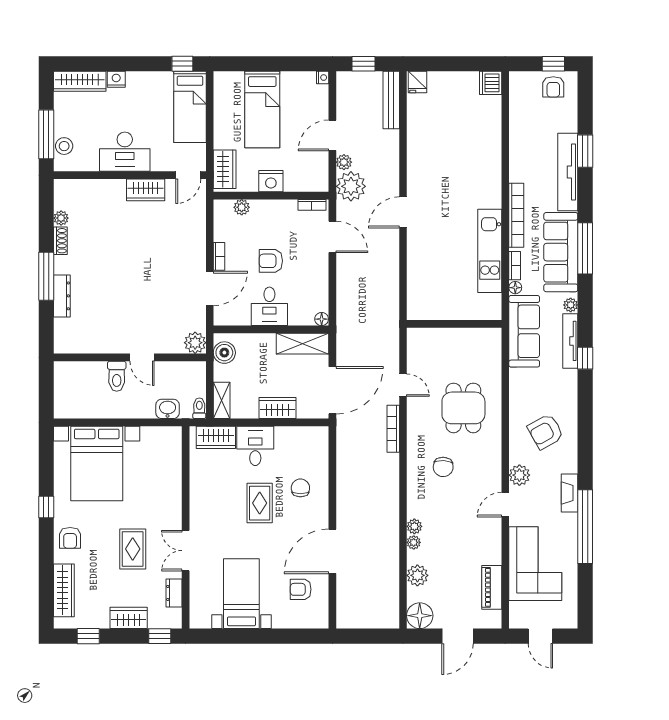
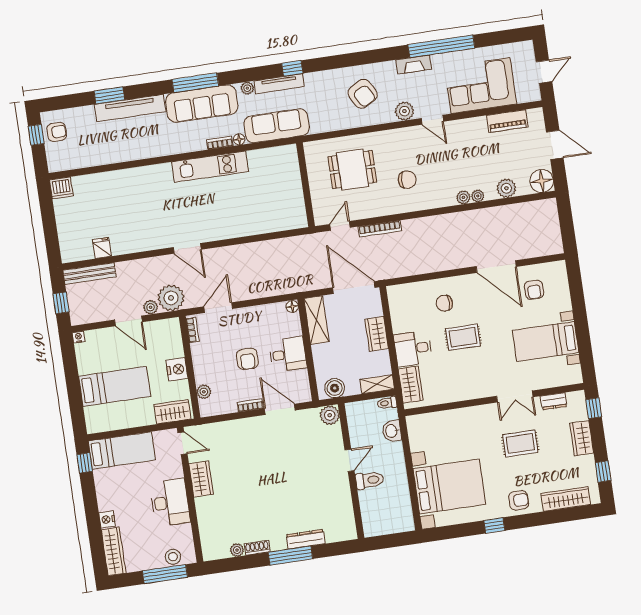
fridge: (417, 82) -> (102, 248), moved, turned -90
bookcase: (516, 215) -> (175, 148), removed
wall: (454, 324) -> (305, 185), moved

